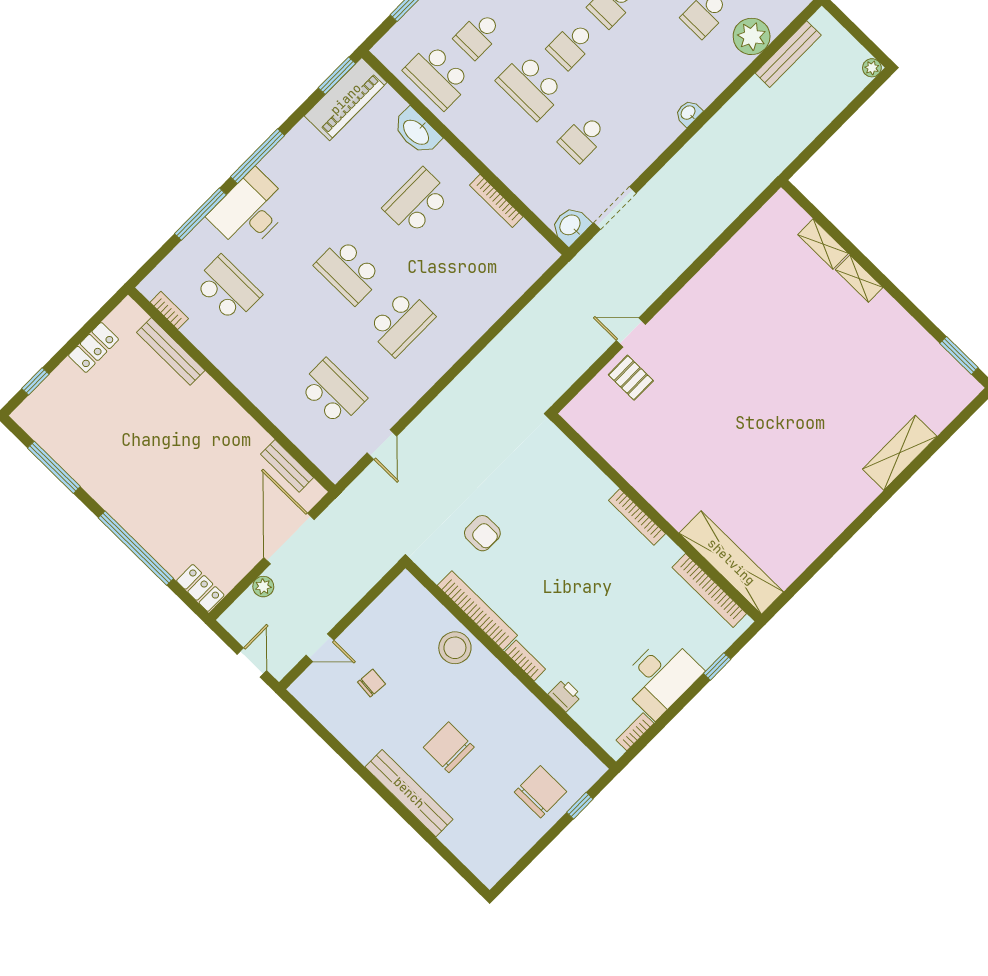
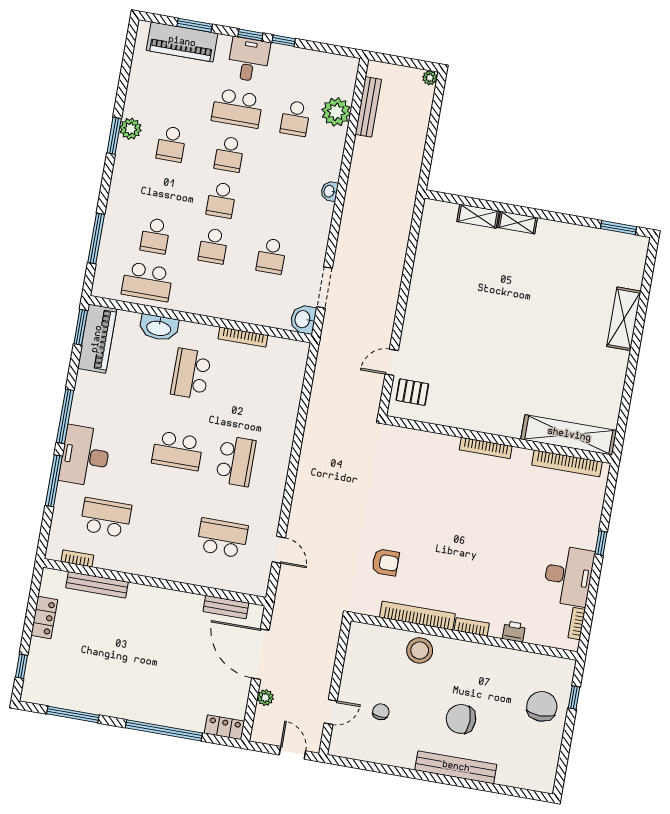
school desk: (531, 86) -> (213, 246), width x0.54
bookcase: (637, 517) -> (486, 448), moved
wall: (656, 517) -> (499, 440), moved
shelving: (731, 562) -> (569, 435), moved
bookcase: (709, 590) -> (567, 463), moved

